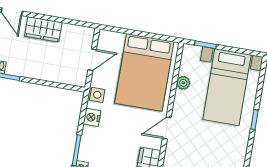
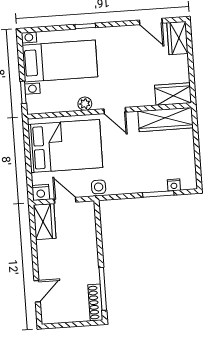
wardrobe: (43, 29) -> (45, 222), moved
plant: (183, 83) -> (85, 104), moved
nightstand: (92, 117) -> (41, 192), moved

